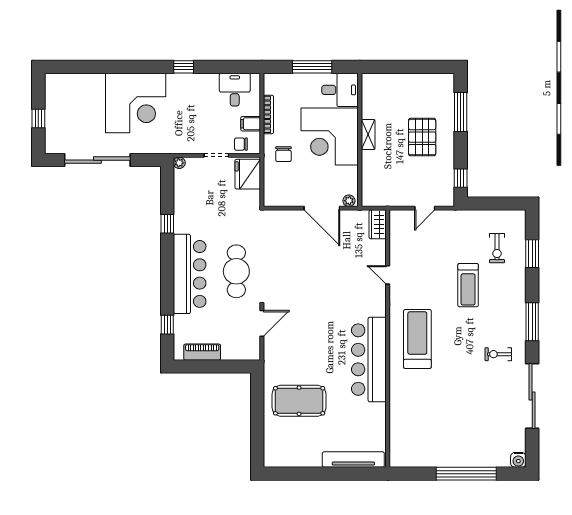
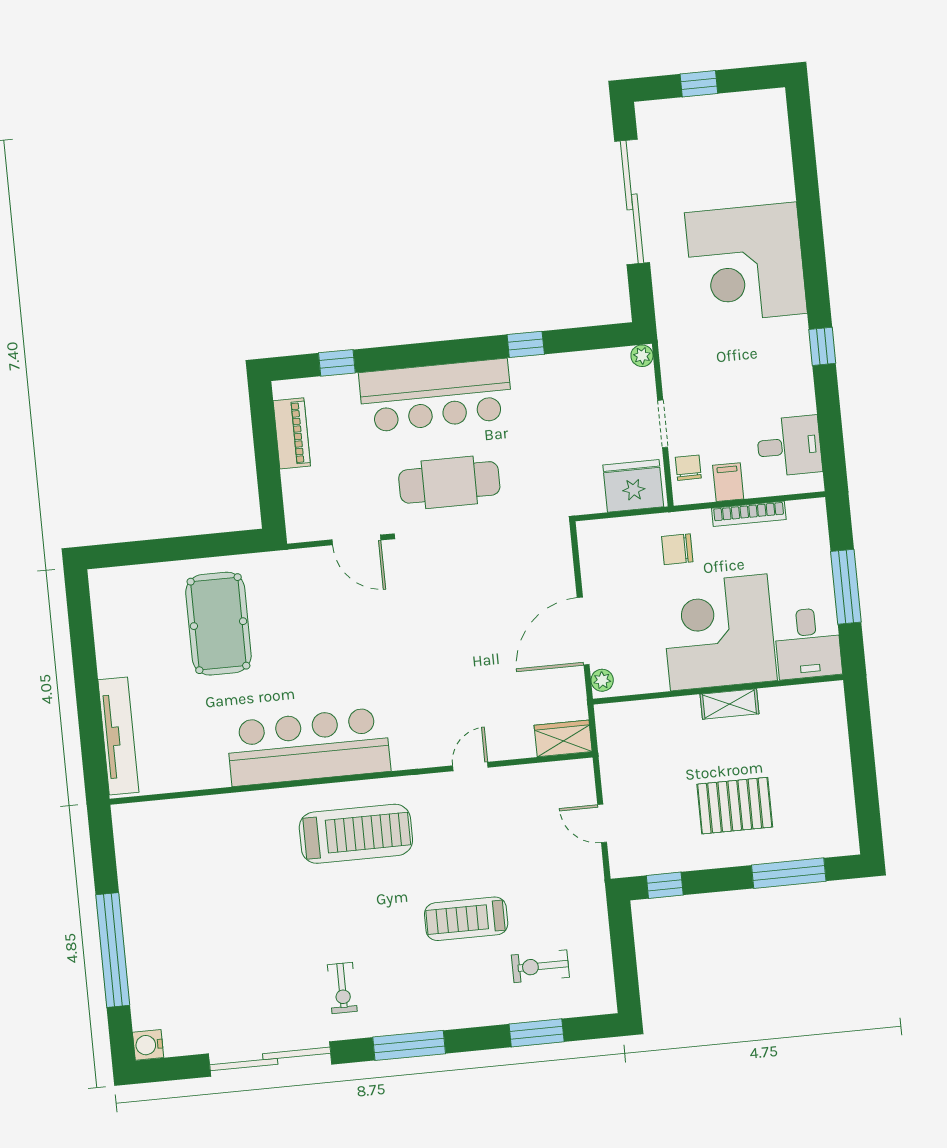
exercise bike: (498, 354) -> (342, 988), turned 180

